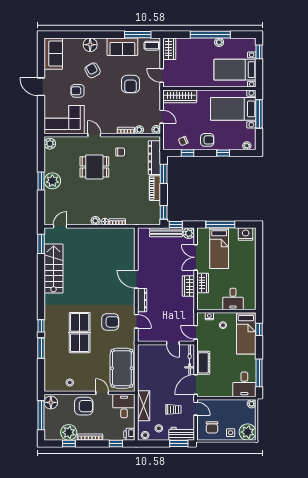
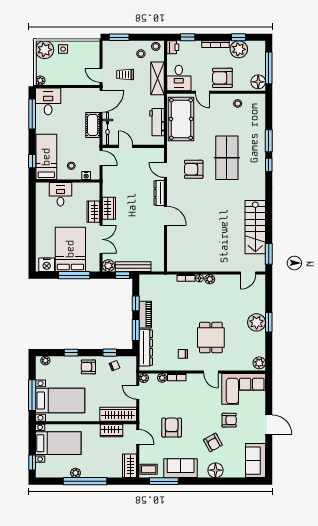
wardrobe: (186, 81) -> (112, 430), added
dining table: (94, 167) -> (211, 338), turned 90
window: (164, 212) -> (136, 303), moved
bed: (219, 248) -> (70, 249), width x1.50
chair: (212, 427) -> (83, 55), removed
workbench: (182, 434) -> (157, 122), moved, turned 90

